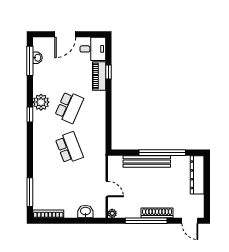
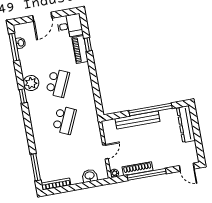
school desk: (69, 148) -> (64, 120), turned 45
door: (107, 189) -> (105, 152), hinge flipped
shoe rack: (157, 213) -> (137, 169), moved

